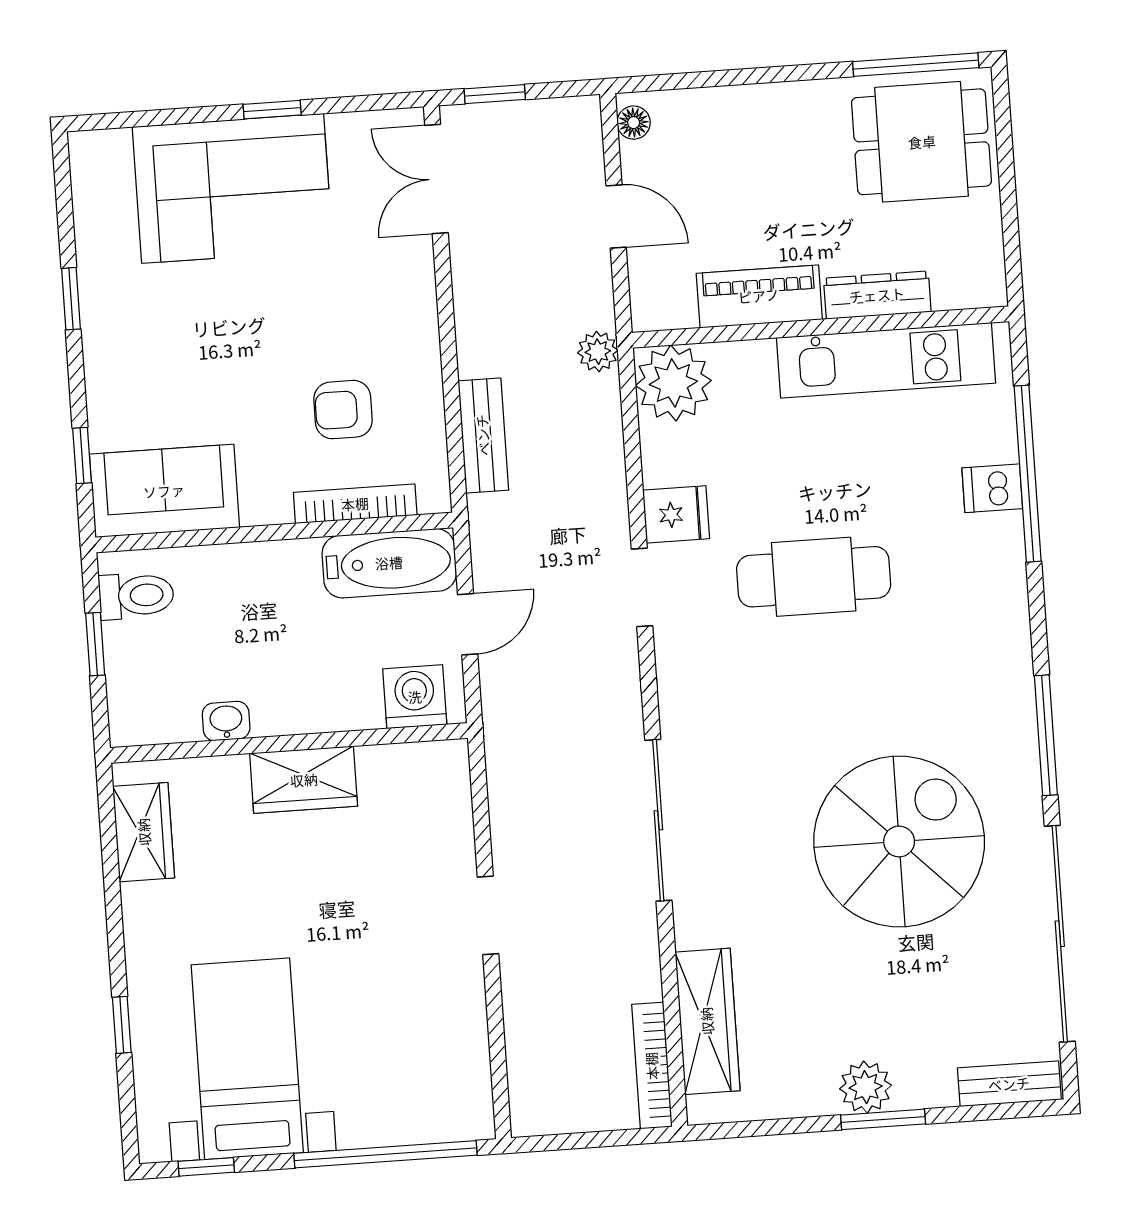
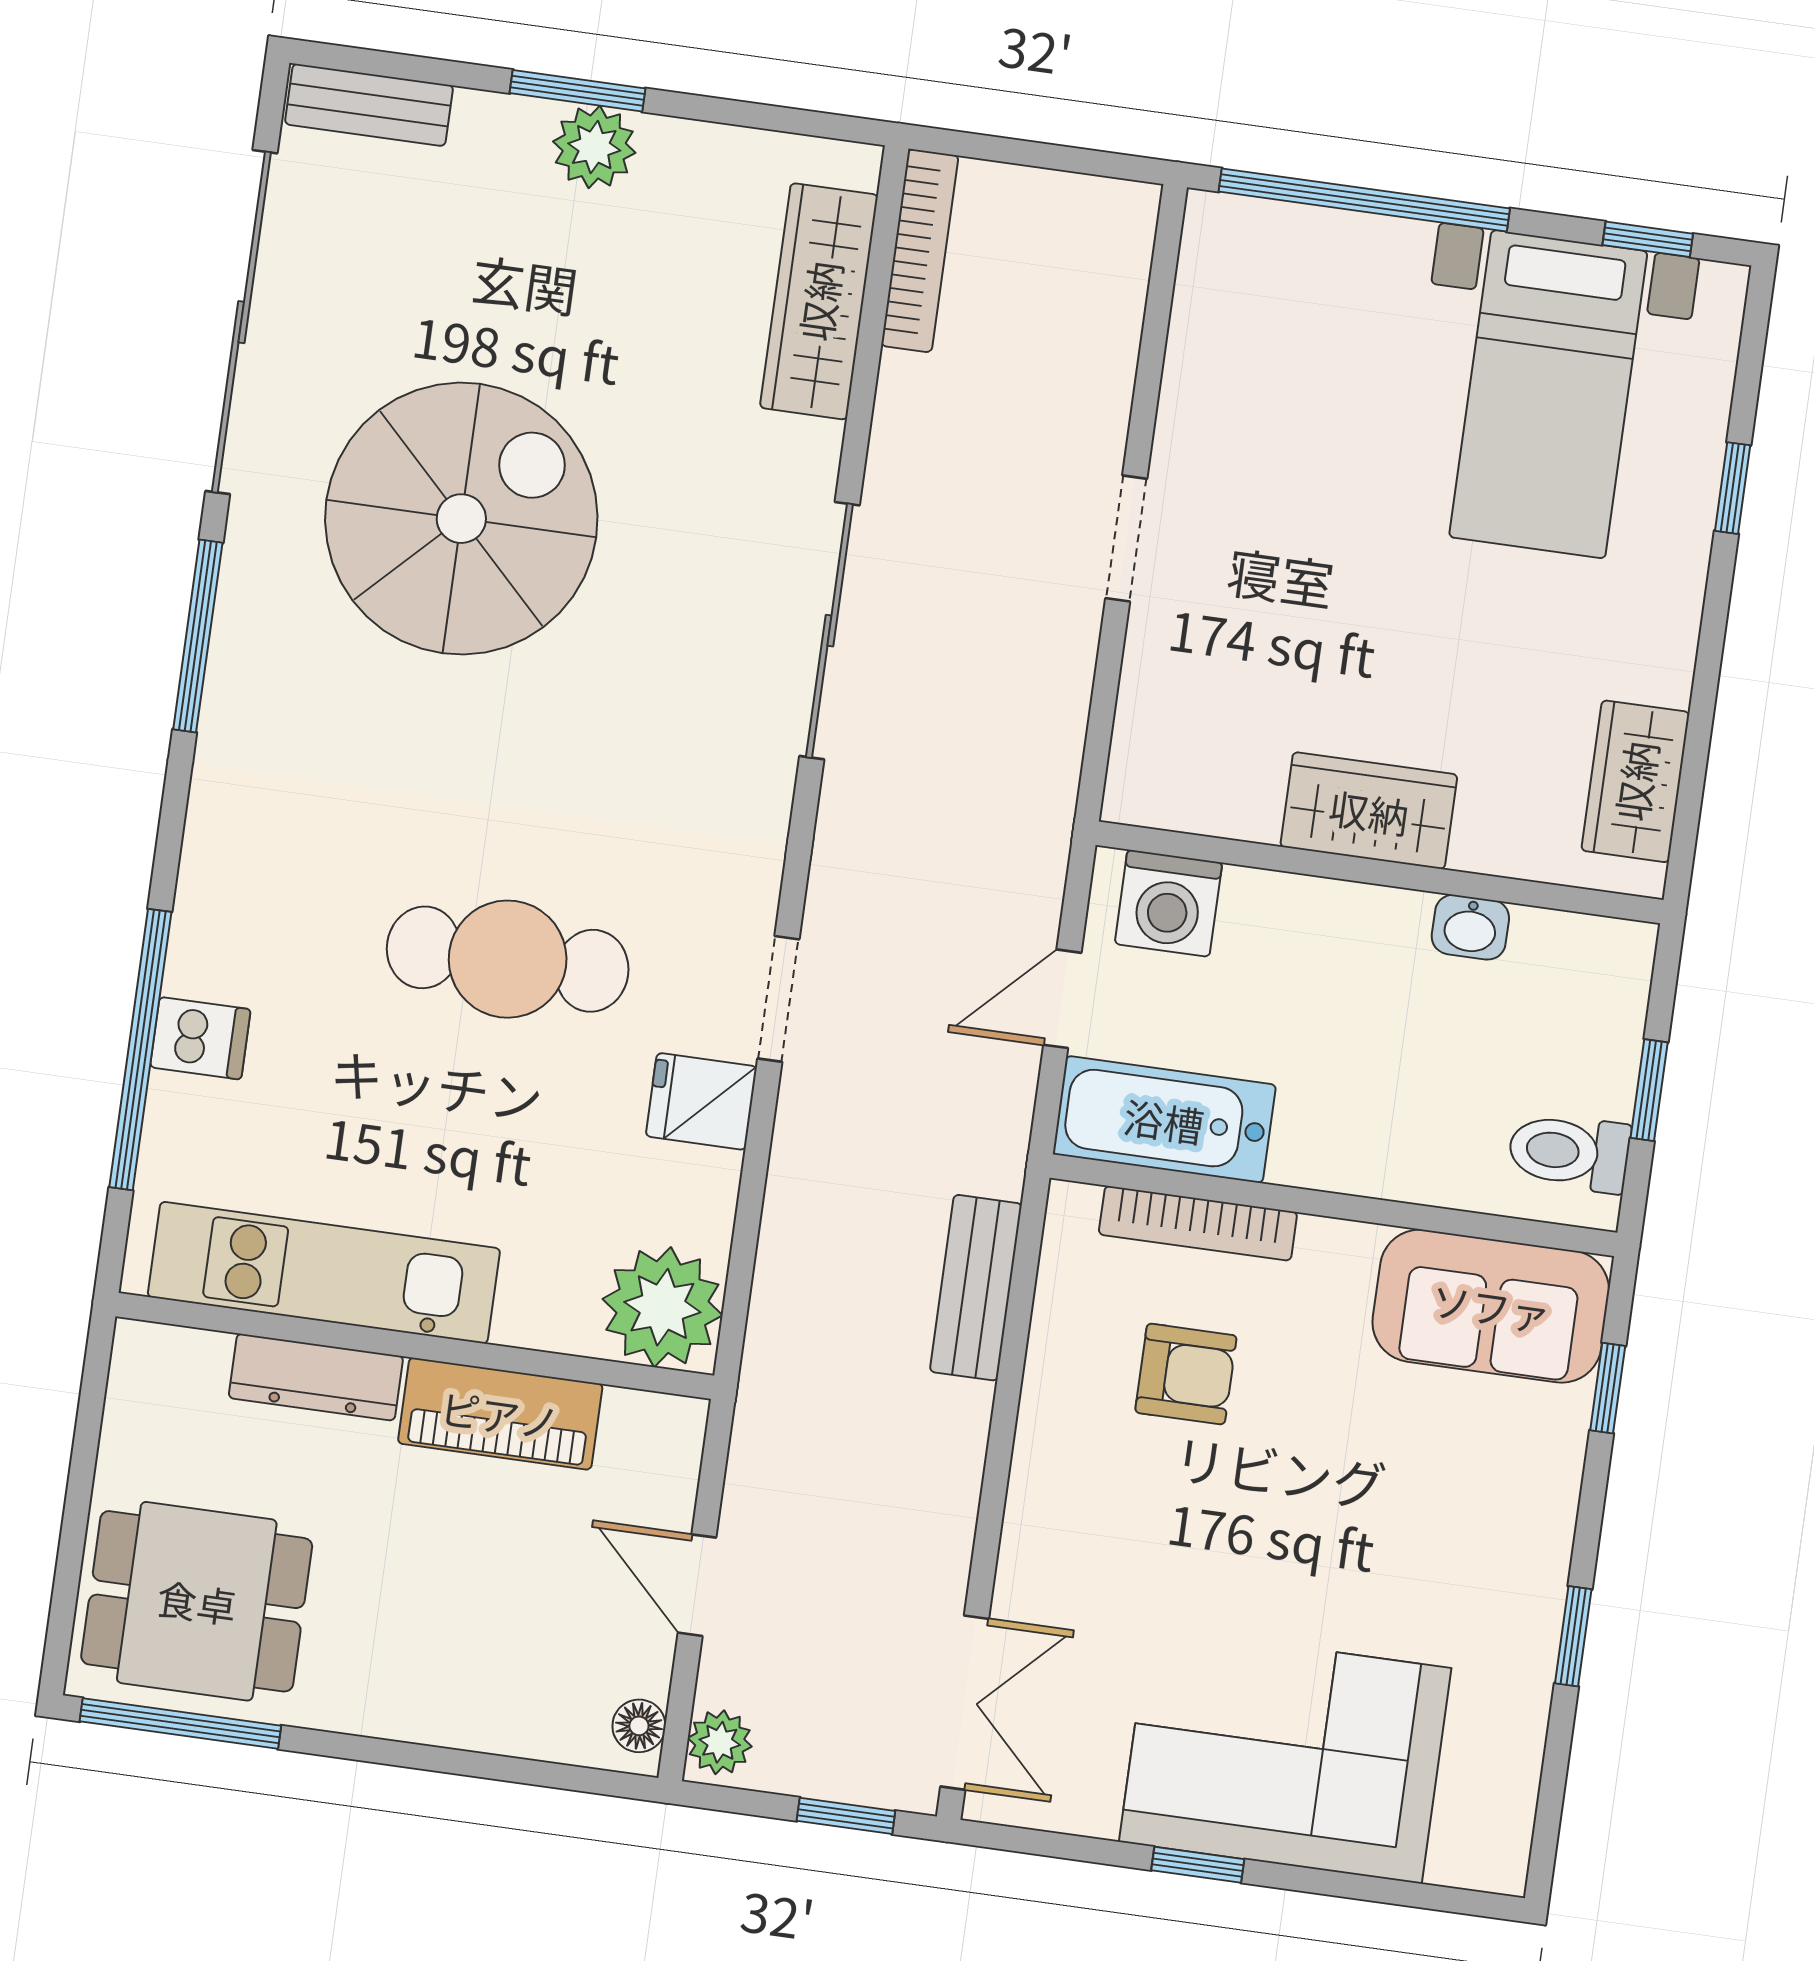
plant: (598, 352) -> (720, 1742), moved
spiral stairs: (899, 841) -> (461, 519), turned 180

